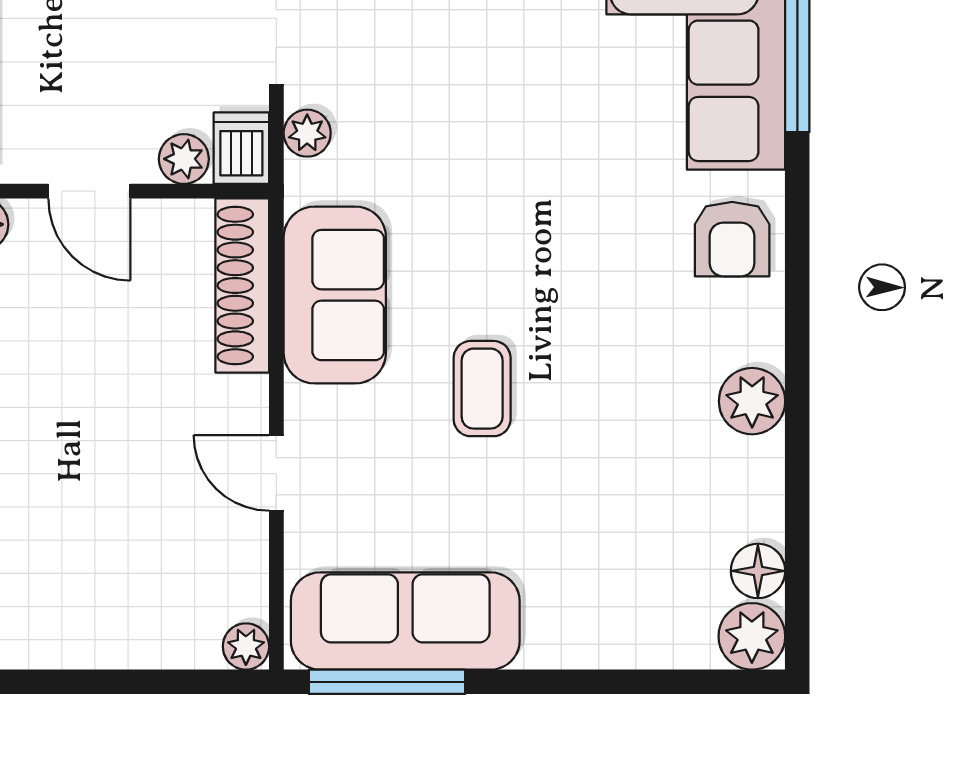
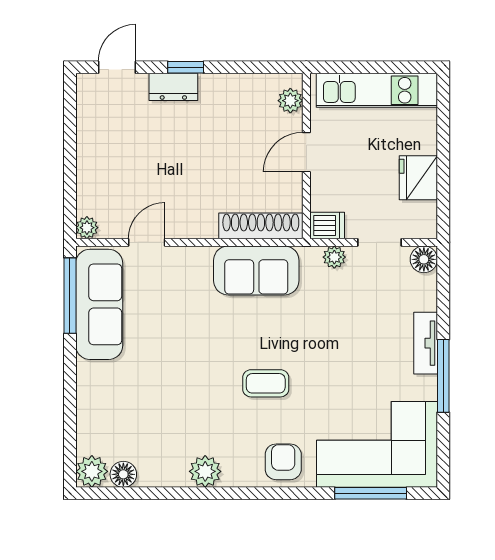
plant: (184, 159) -> (322, 198), removed
armchair: (732, 239) -> (283, 462), turned 90
coffee table: (482, 389) -> (266, 383), moved
door: (276, 473) -> (147, 242), moved

